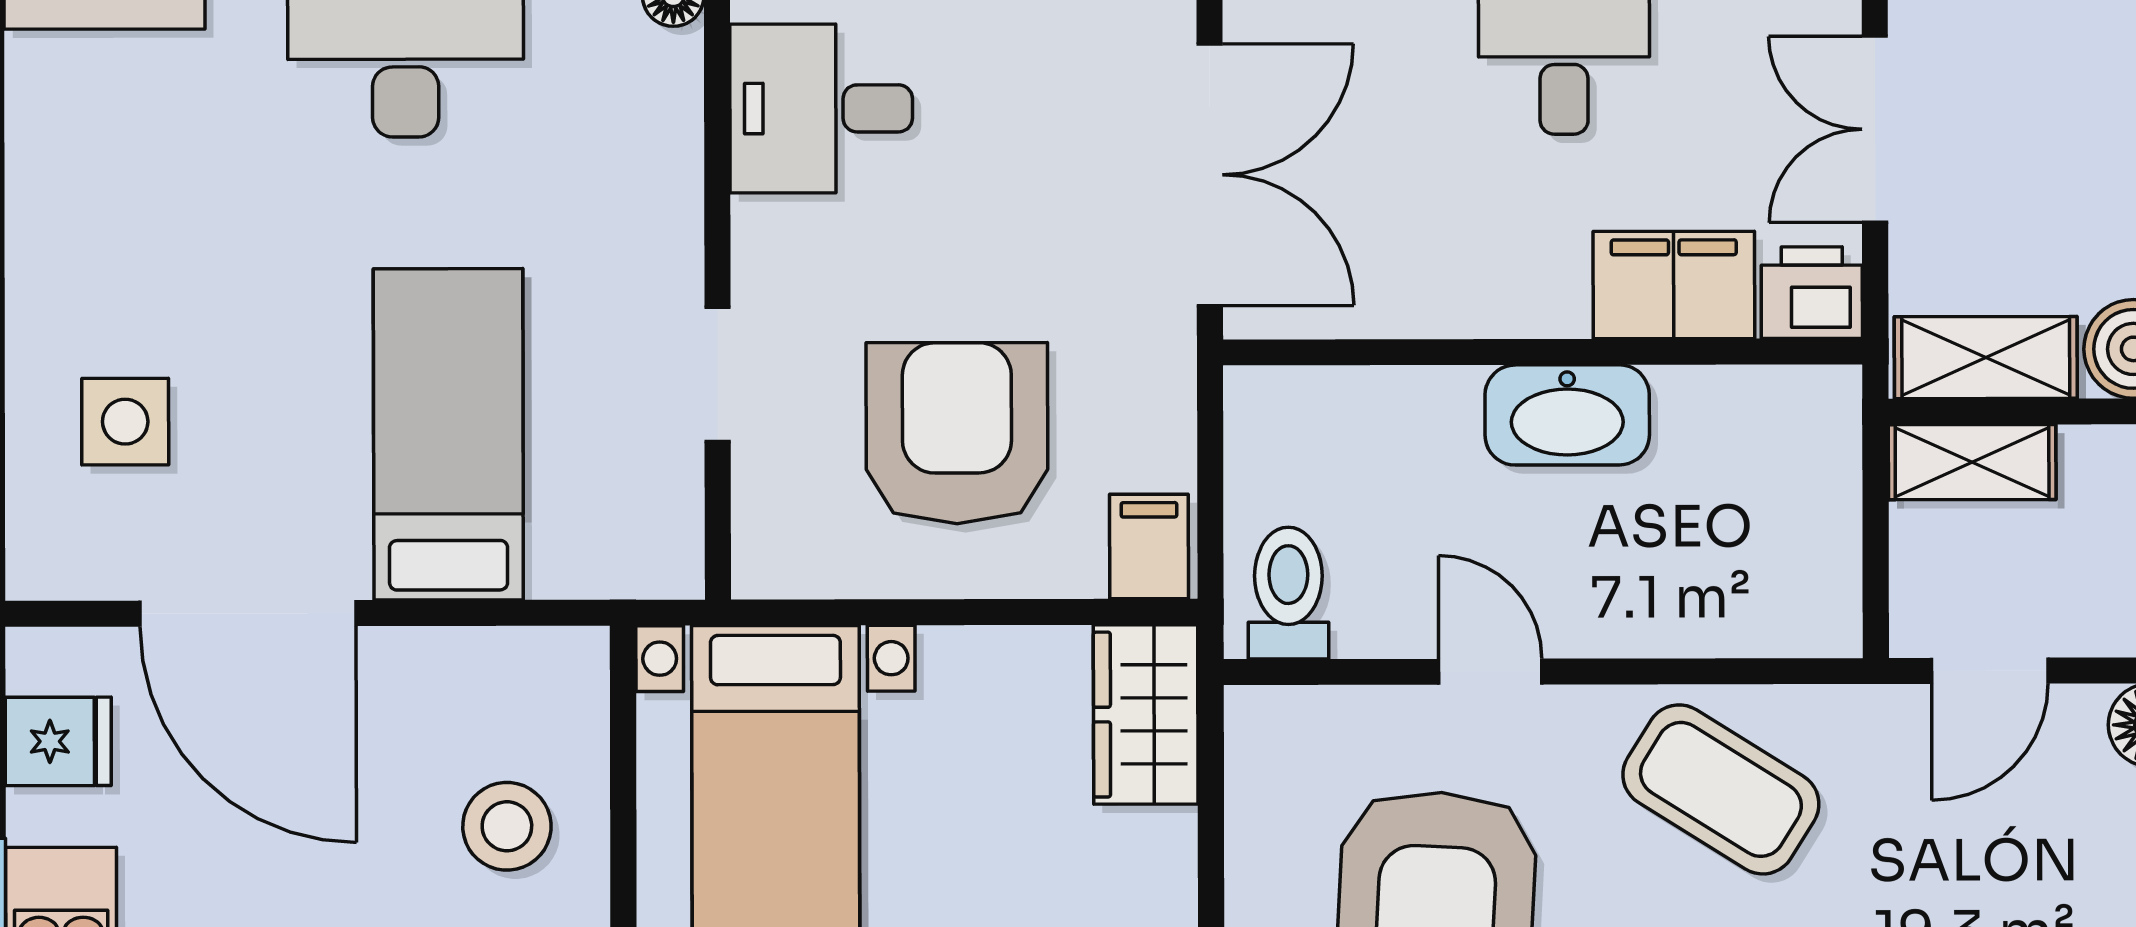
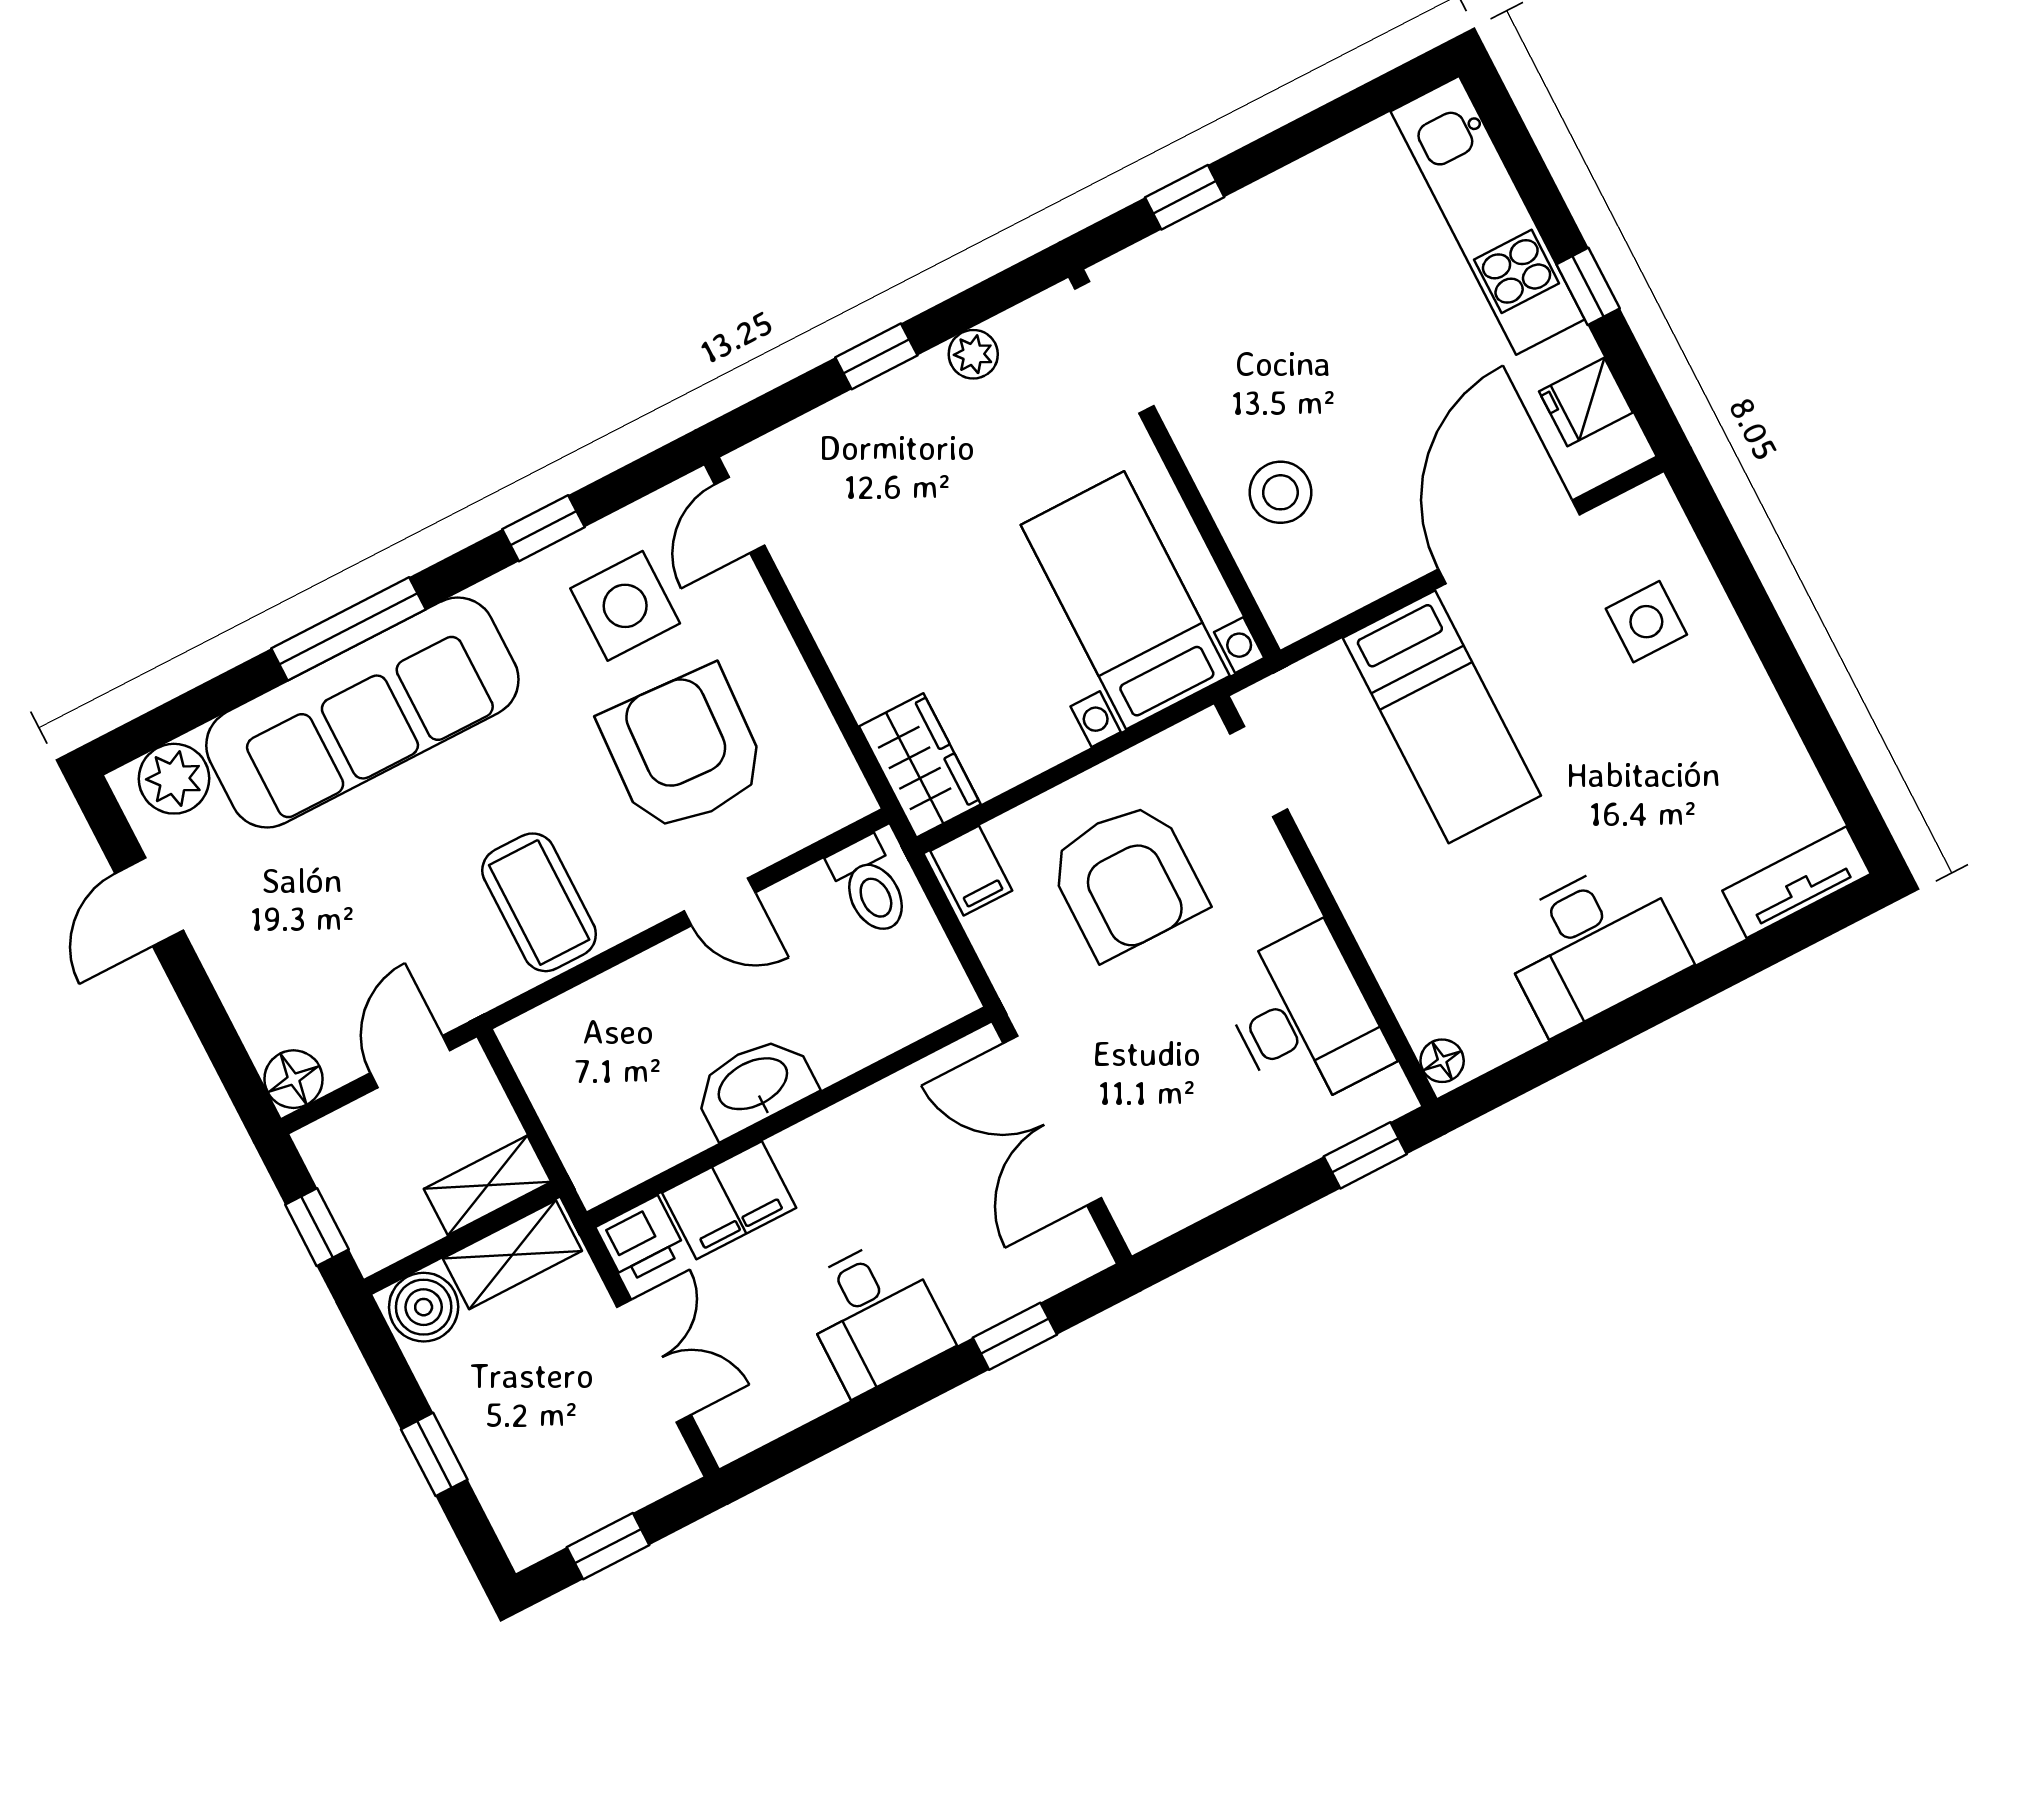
desk: (821, 108) -> (1304, 1018), width x1.37
doorway: (718, 374) -> (1259, 772), moved
door: (248, 613) -> (1509, 542), hinge flipped
coffee table: (1721, 789) -> (539, 902), turned 58

